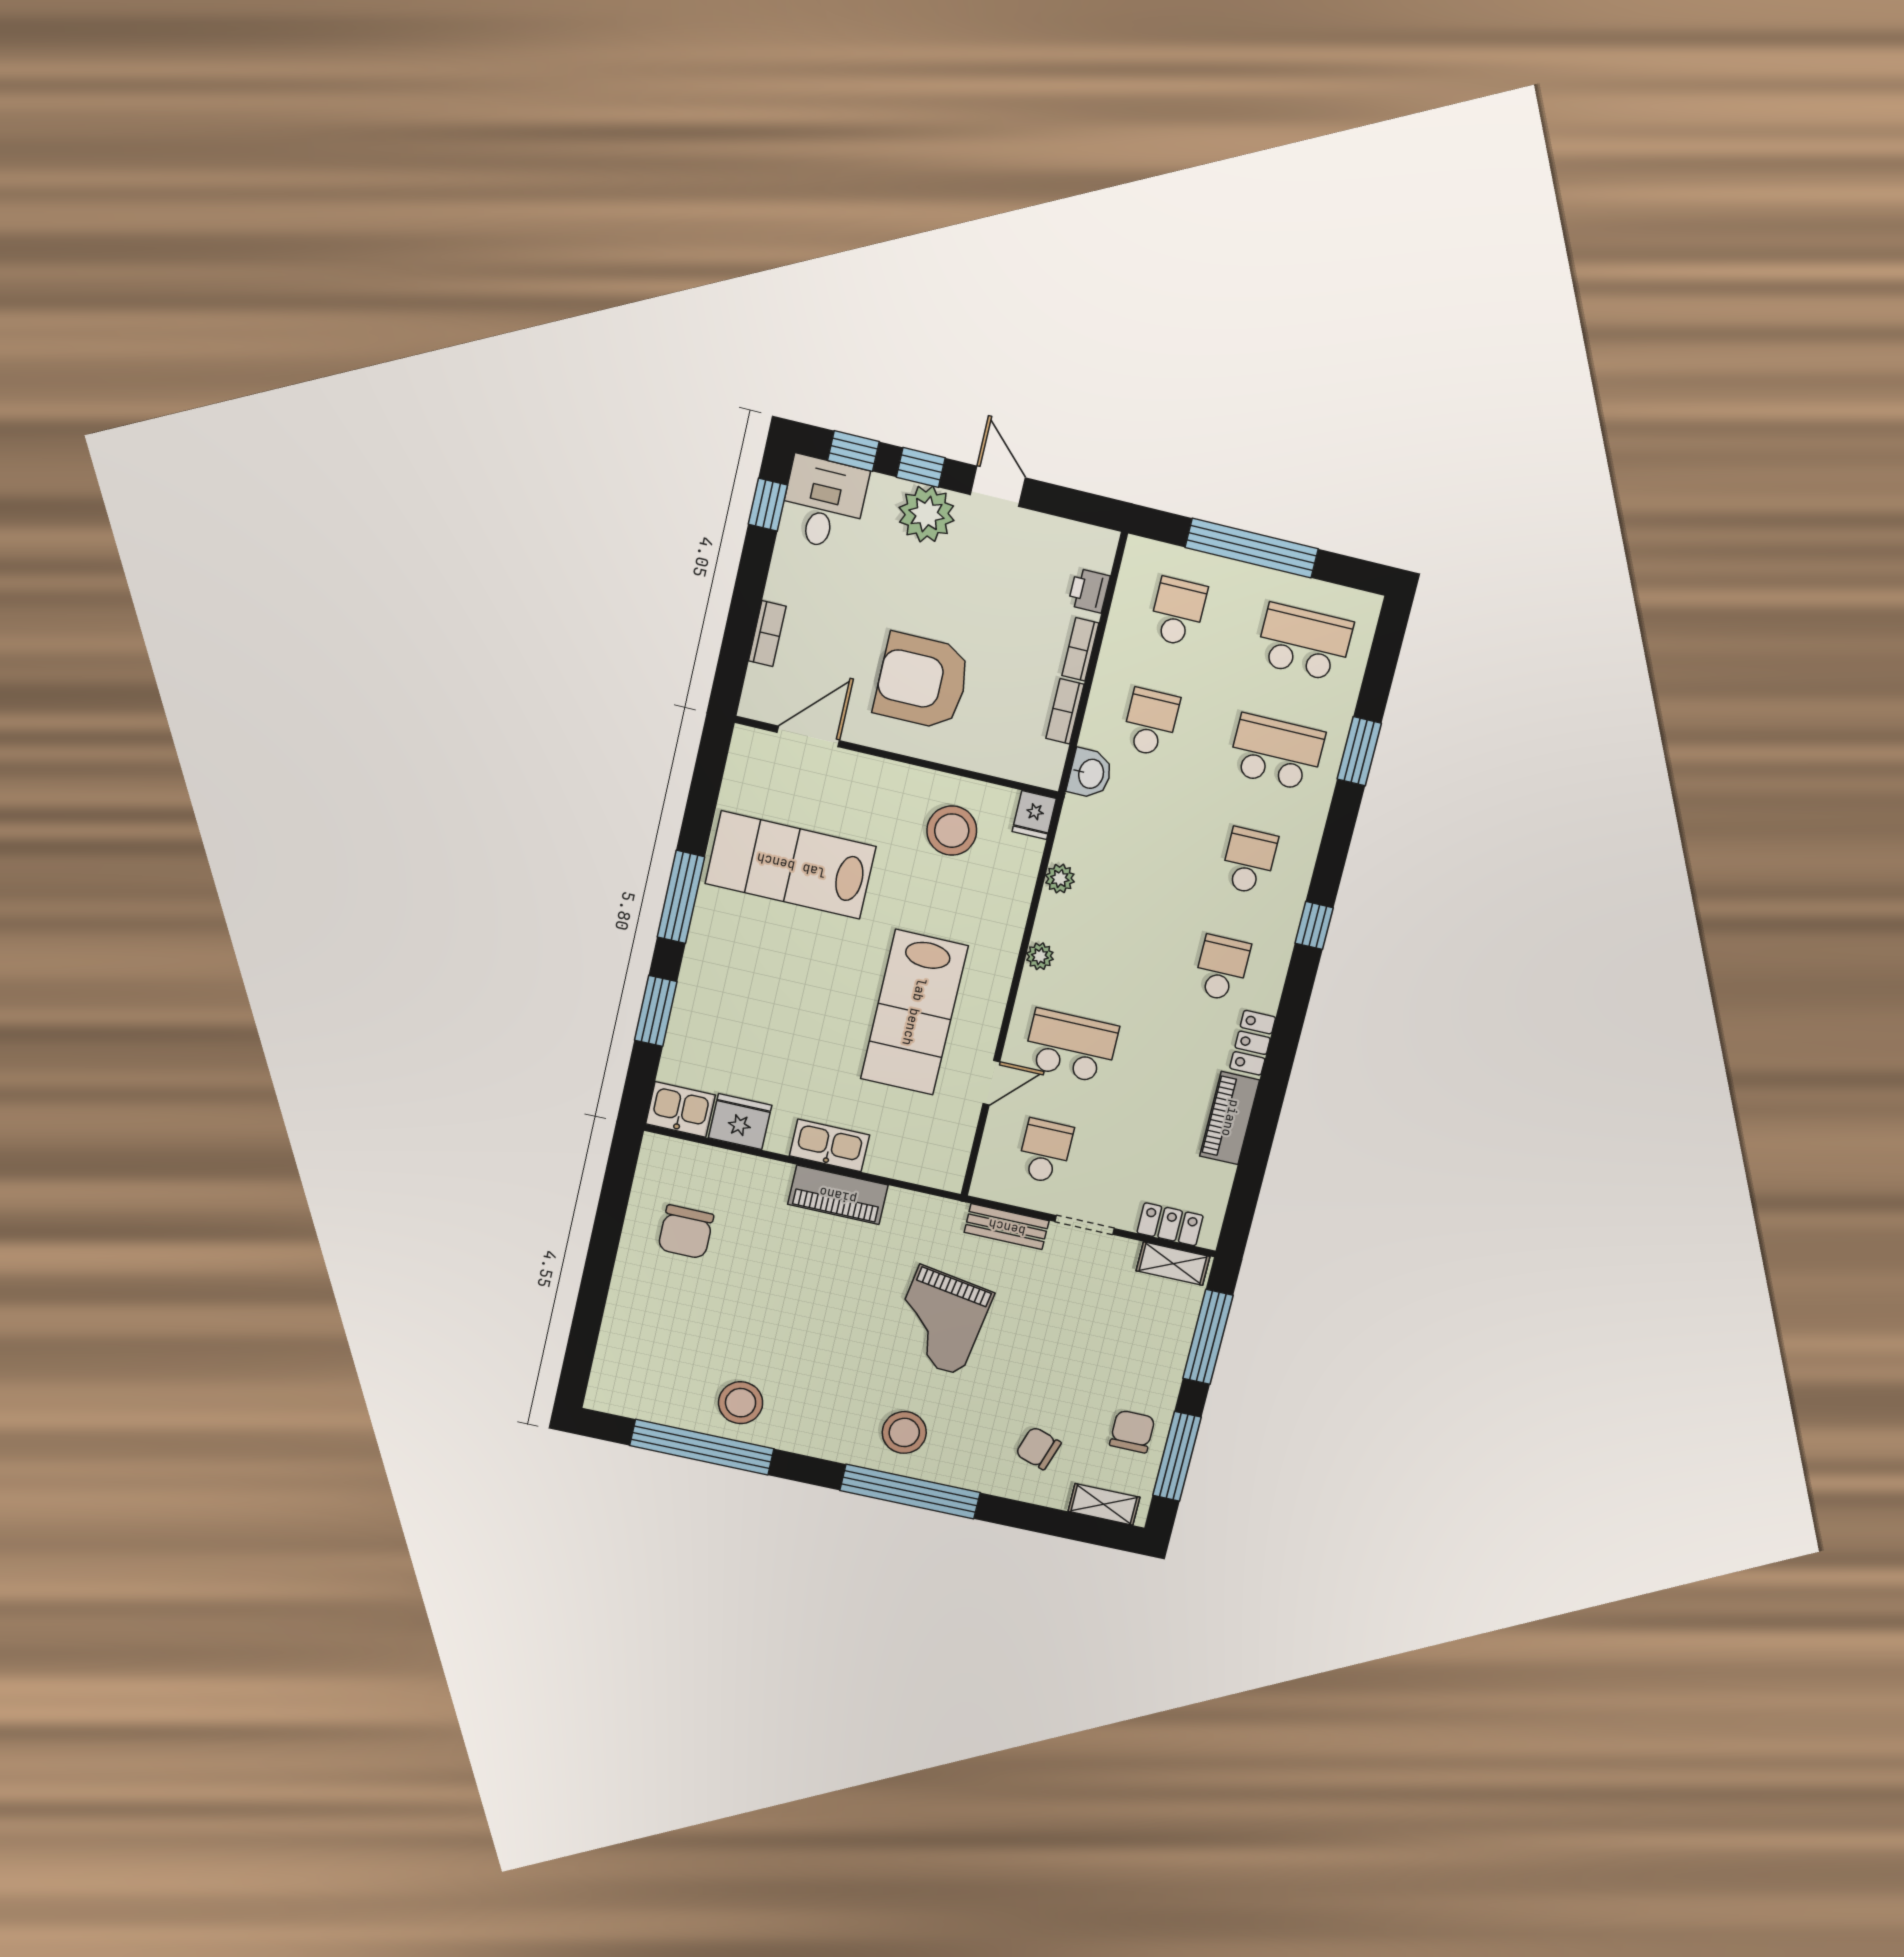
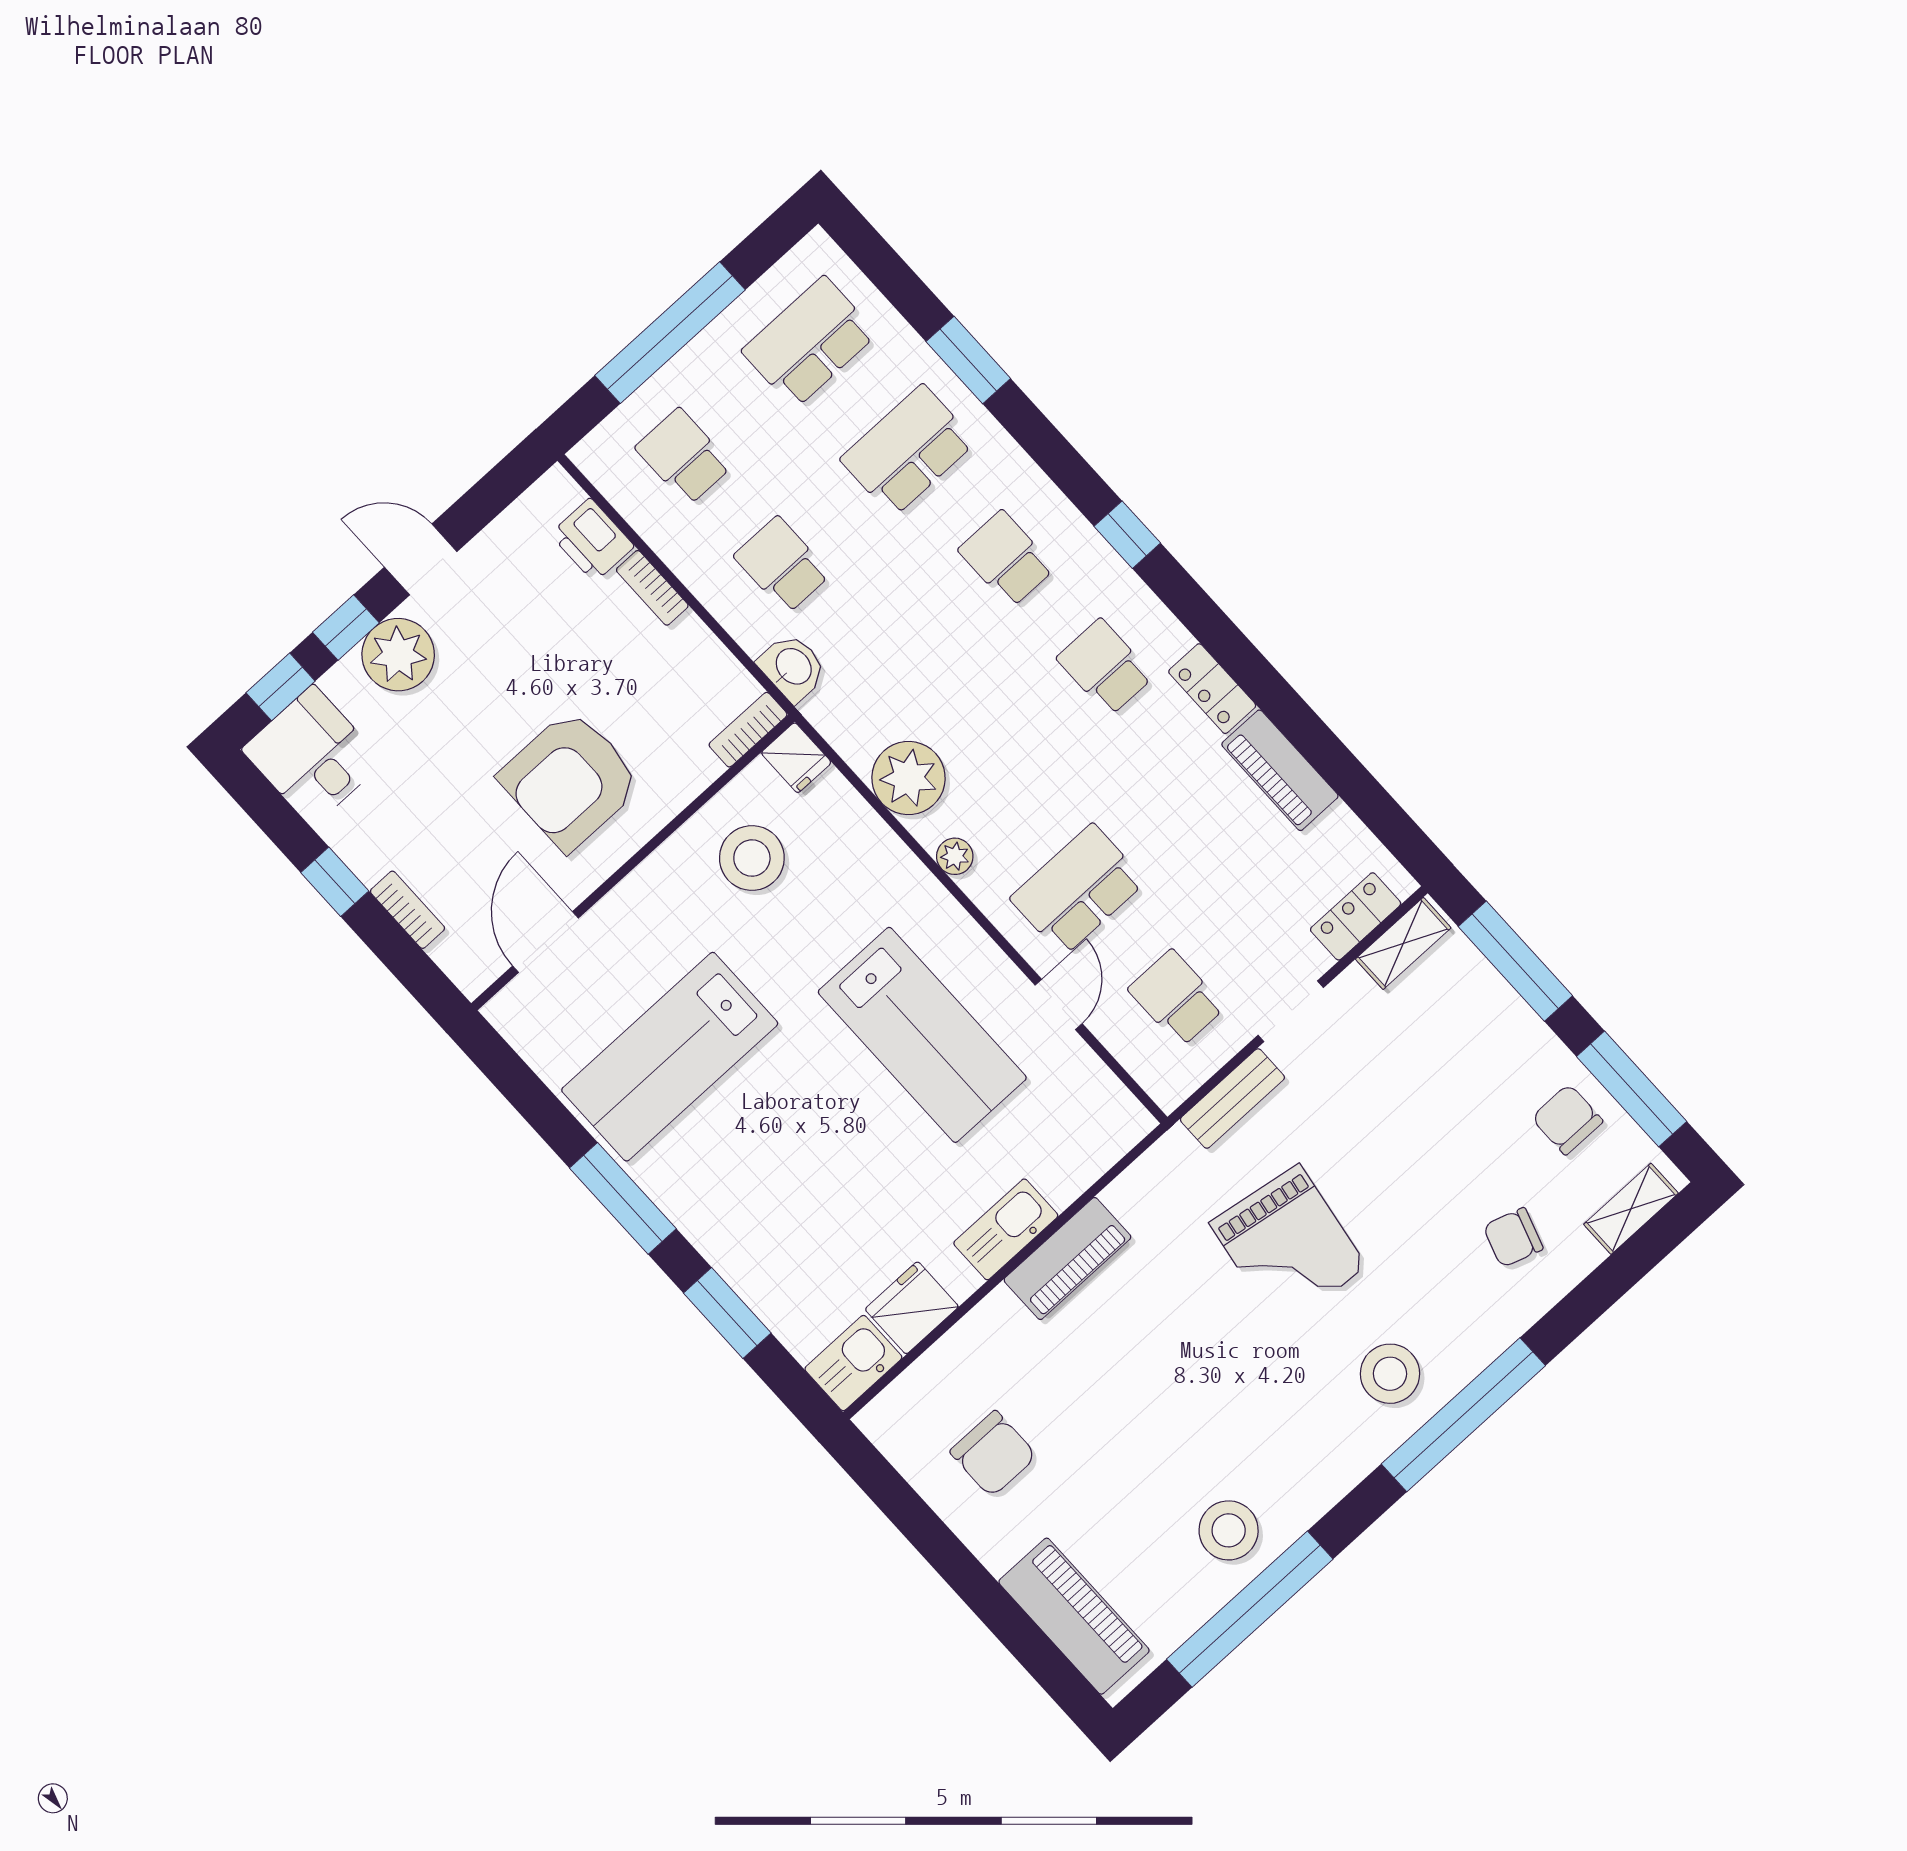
window: (768, 505) -> (335, 882), moved
printer: (1089, 591) -> (592, 540), width x1.36, depth x1.24
bookcase: (1065, 711) -> (748, 730), moved, turned 90
plant: (1060, 879) -> (909, 778), width x1.88, depth x1.88
piano: (622, 1347) -> (1074, 1616), added

